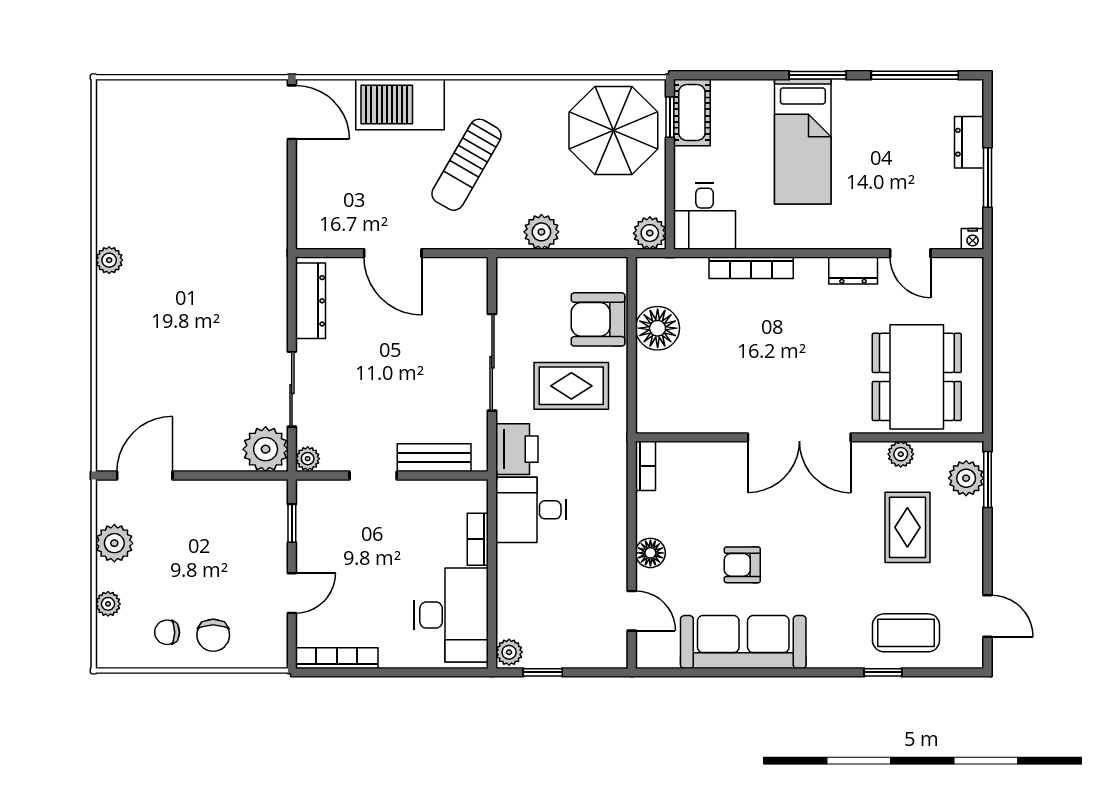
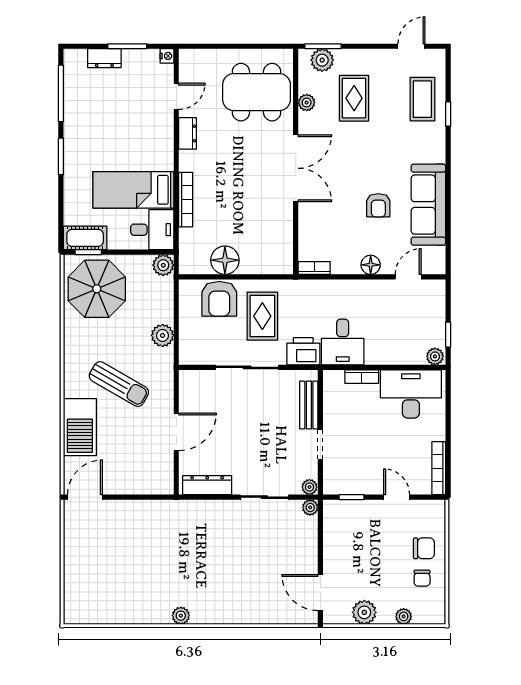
bed: (803, 142) -> (133, 190), moved, turned 180
plant: (266, 449) -> (310, 507), width x0.53, depth x0.53
rug: (907, 527) -> (354, 98), turned 90

